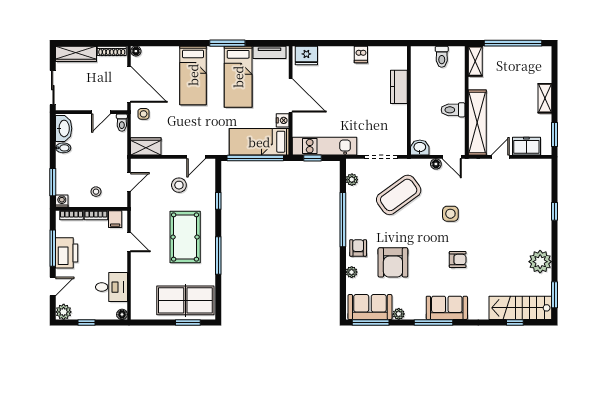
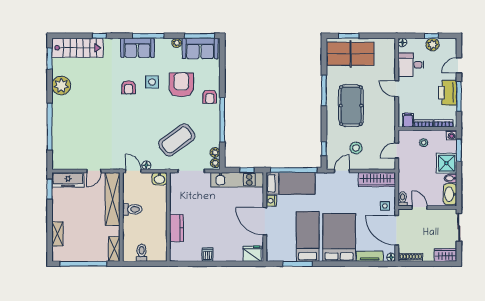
window: (227, 43) -> (298, 264), moved
tv unit: (269, 52) -> (370, 256), moved
wardrobe: (76, 54) -> (445, 255), width x0.67
bed: (193, 75) -> (339, 237), width x1.50
shelving: (545, 98) -> (57, 234), moved
door: (101, 112) -> (420, 207), hinge flipped
wardrobe: (146, 146) -> (377, 180), width x1.50
freezer: (526, 146) -> (68, 180), width x1.40
shower: (68, 166) -> (447, 163), added
window: (218, 201) -> (324, 149), moved
window: (554, 211) -> (50, 126), width x3.17
side table: (450, 214) -> (152, 82), moved
door: (129, 242) -> (397, 89), moved
armchair: (458, 259) -> (129, 87), turned -90
plant: (352, 272) -> (215, 163), moved
plant: (64, 312) -> (433, 45), moved
window: (515, 323) -> (99, 36), moved

